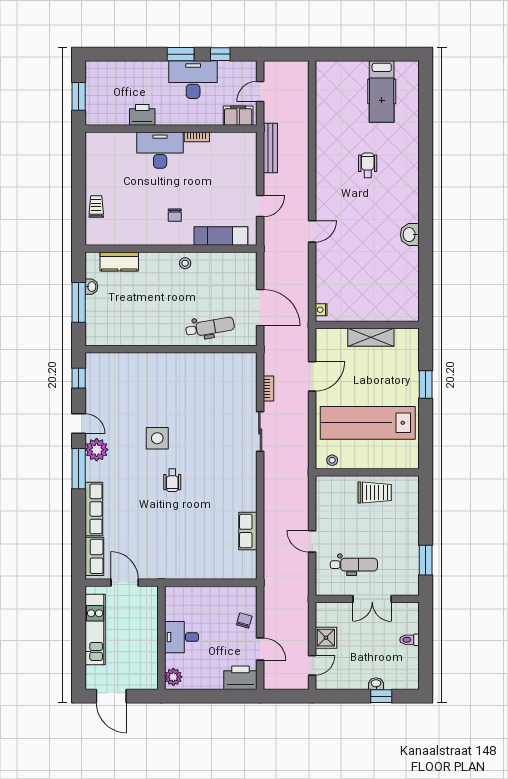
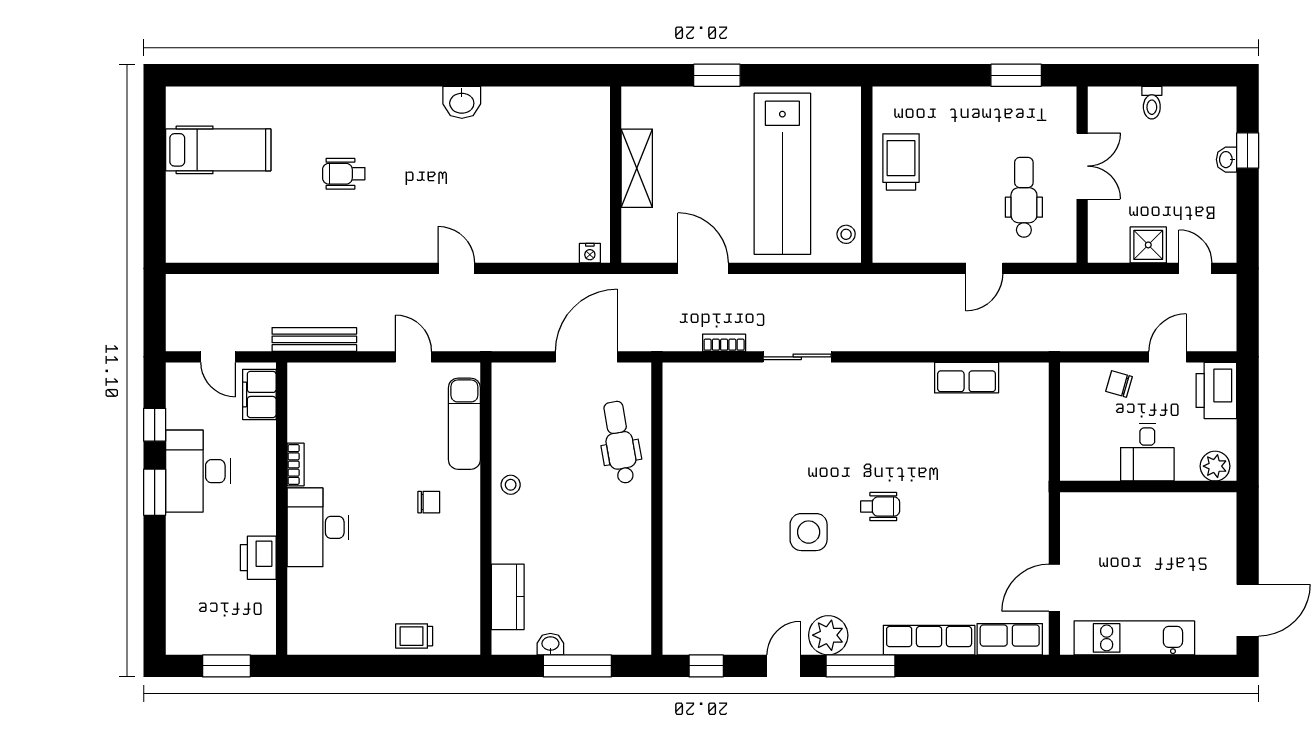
desk: (182, 637) -> (1147, 452), moved
wall: (161, 638) -> (1148, 487), moved
plant: (173, 677) -> (1215, 466), moved

